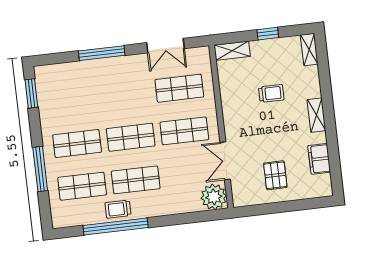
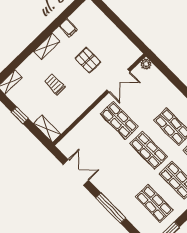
shop shelf: (179, 88) -> (154, 204), moved
filing cabinet: (319, 159) -> (68, 28), width x0.50
pallet: (275, 175) -> (88, 60), moved, turned 90
plant: (214, 197) -> (146, 64), width x0.53, depth x0.53

